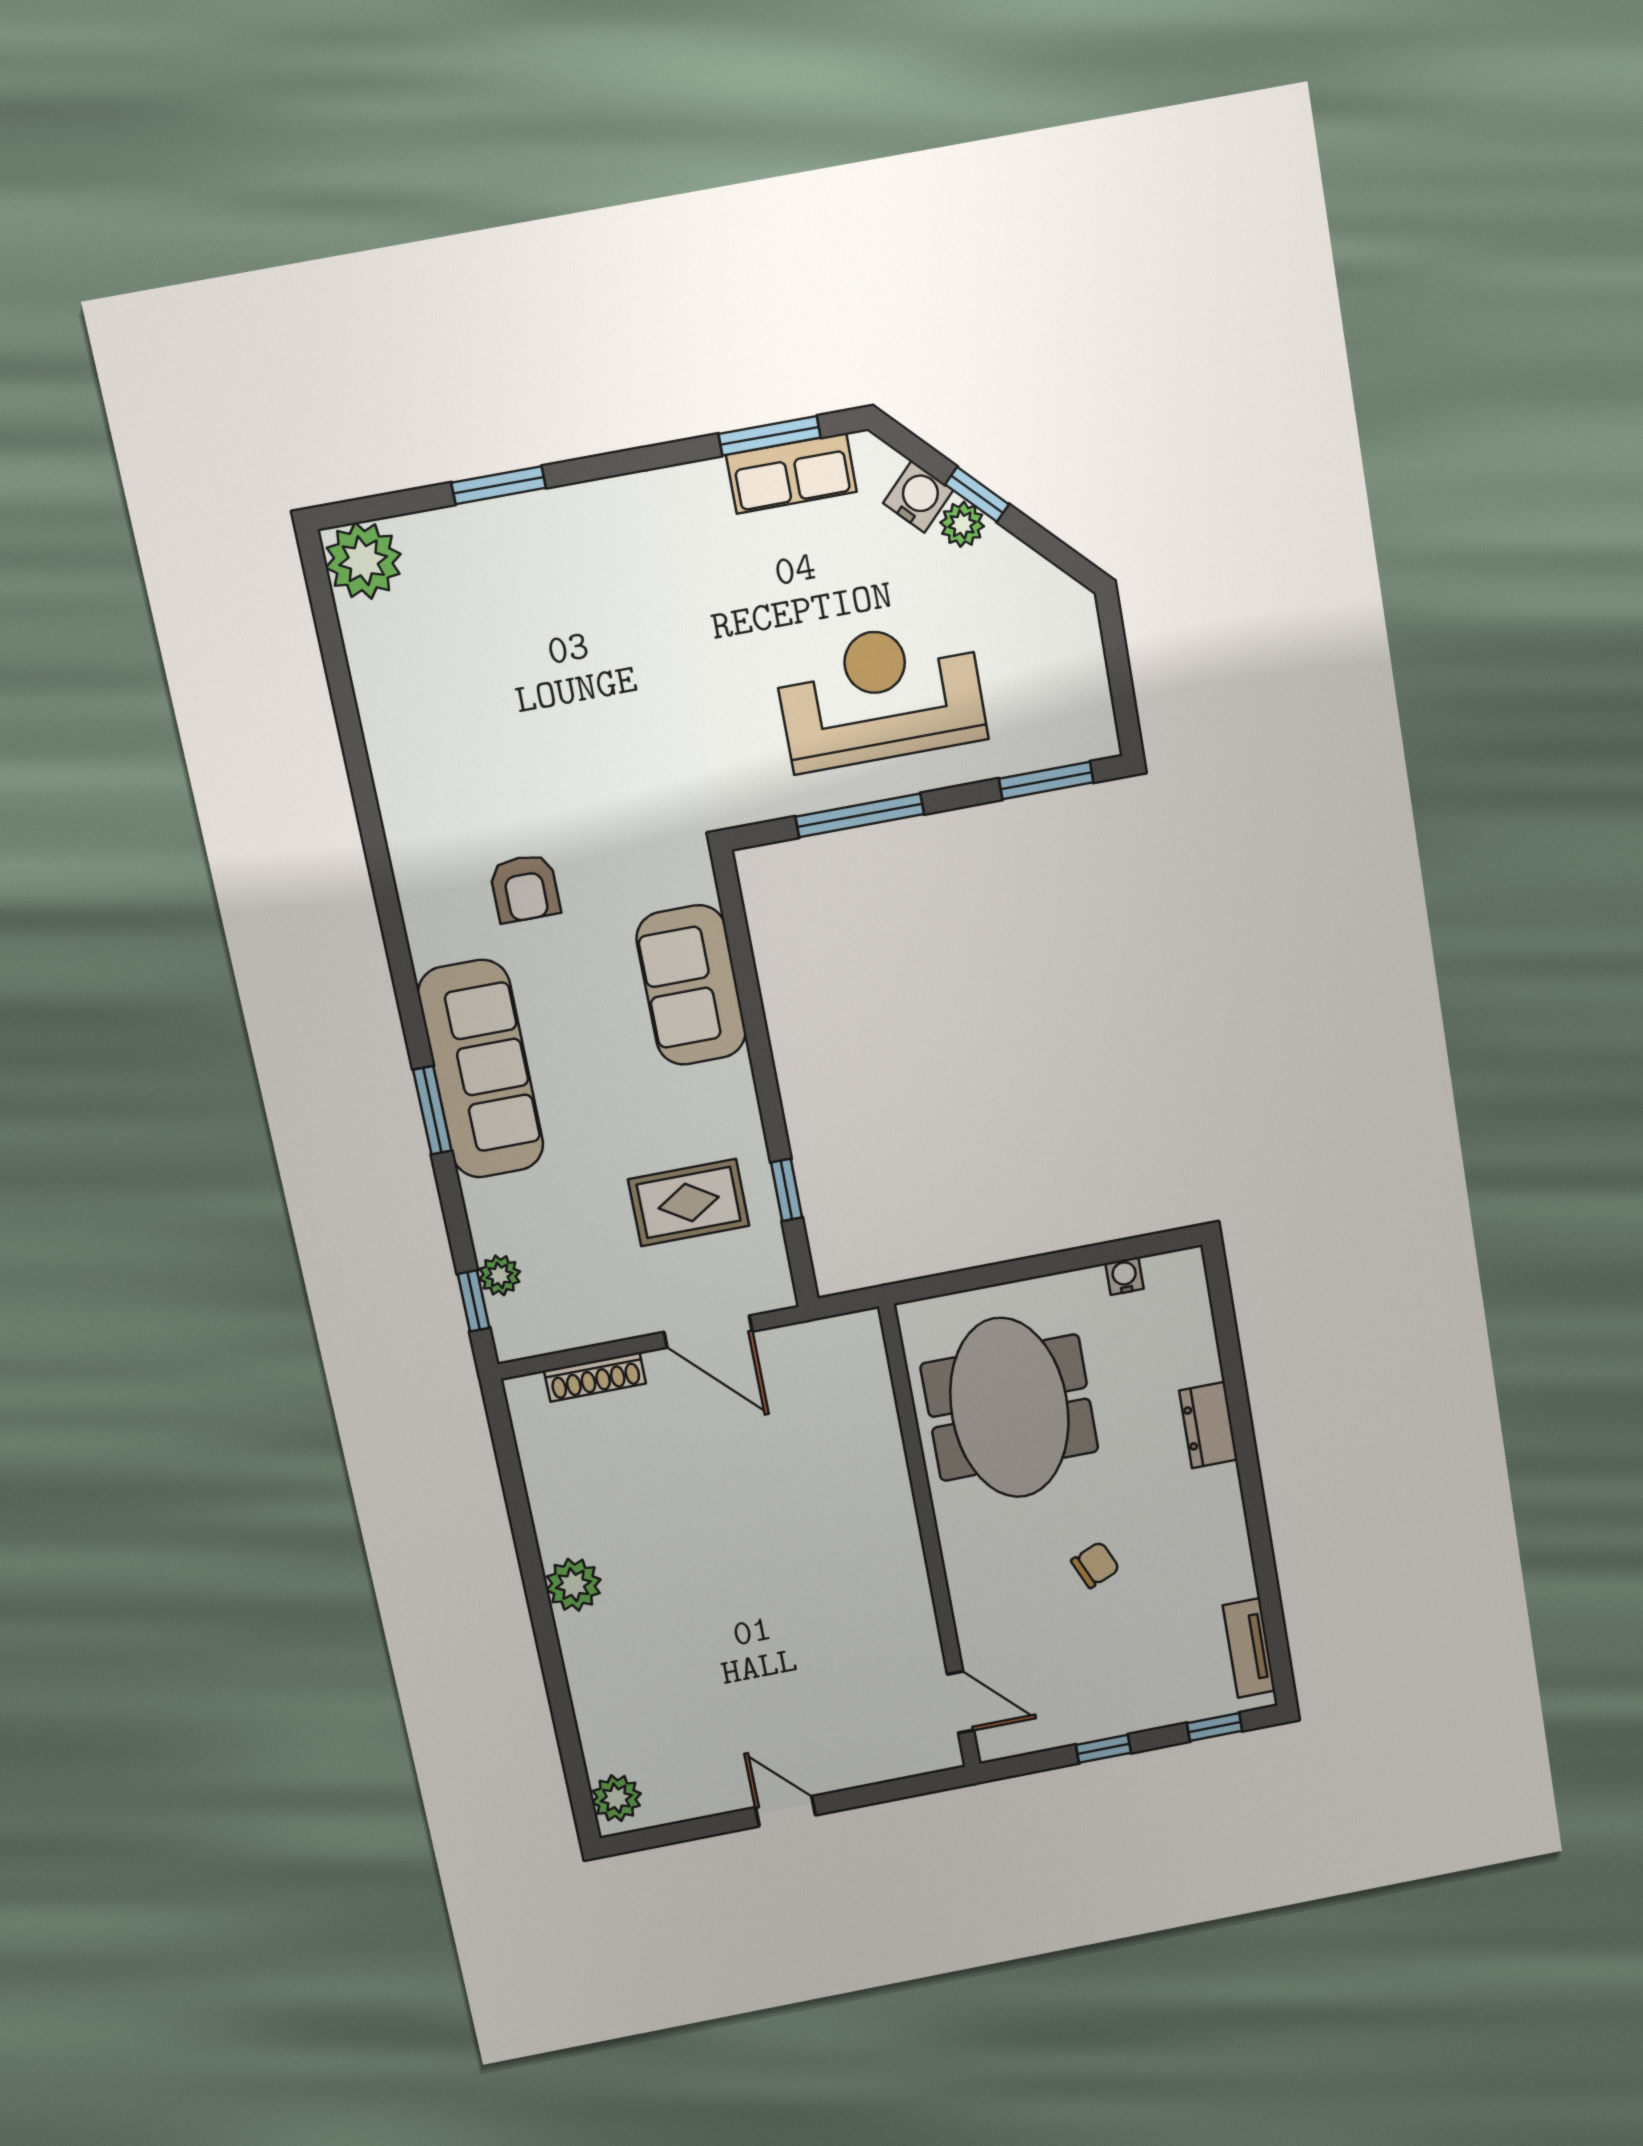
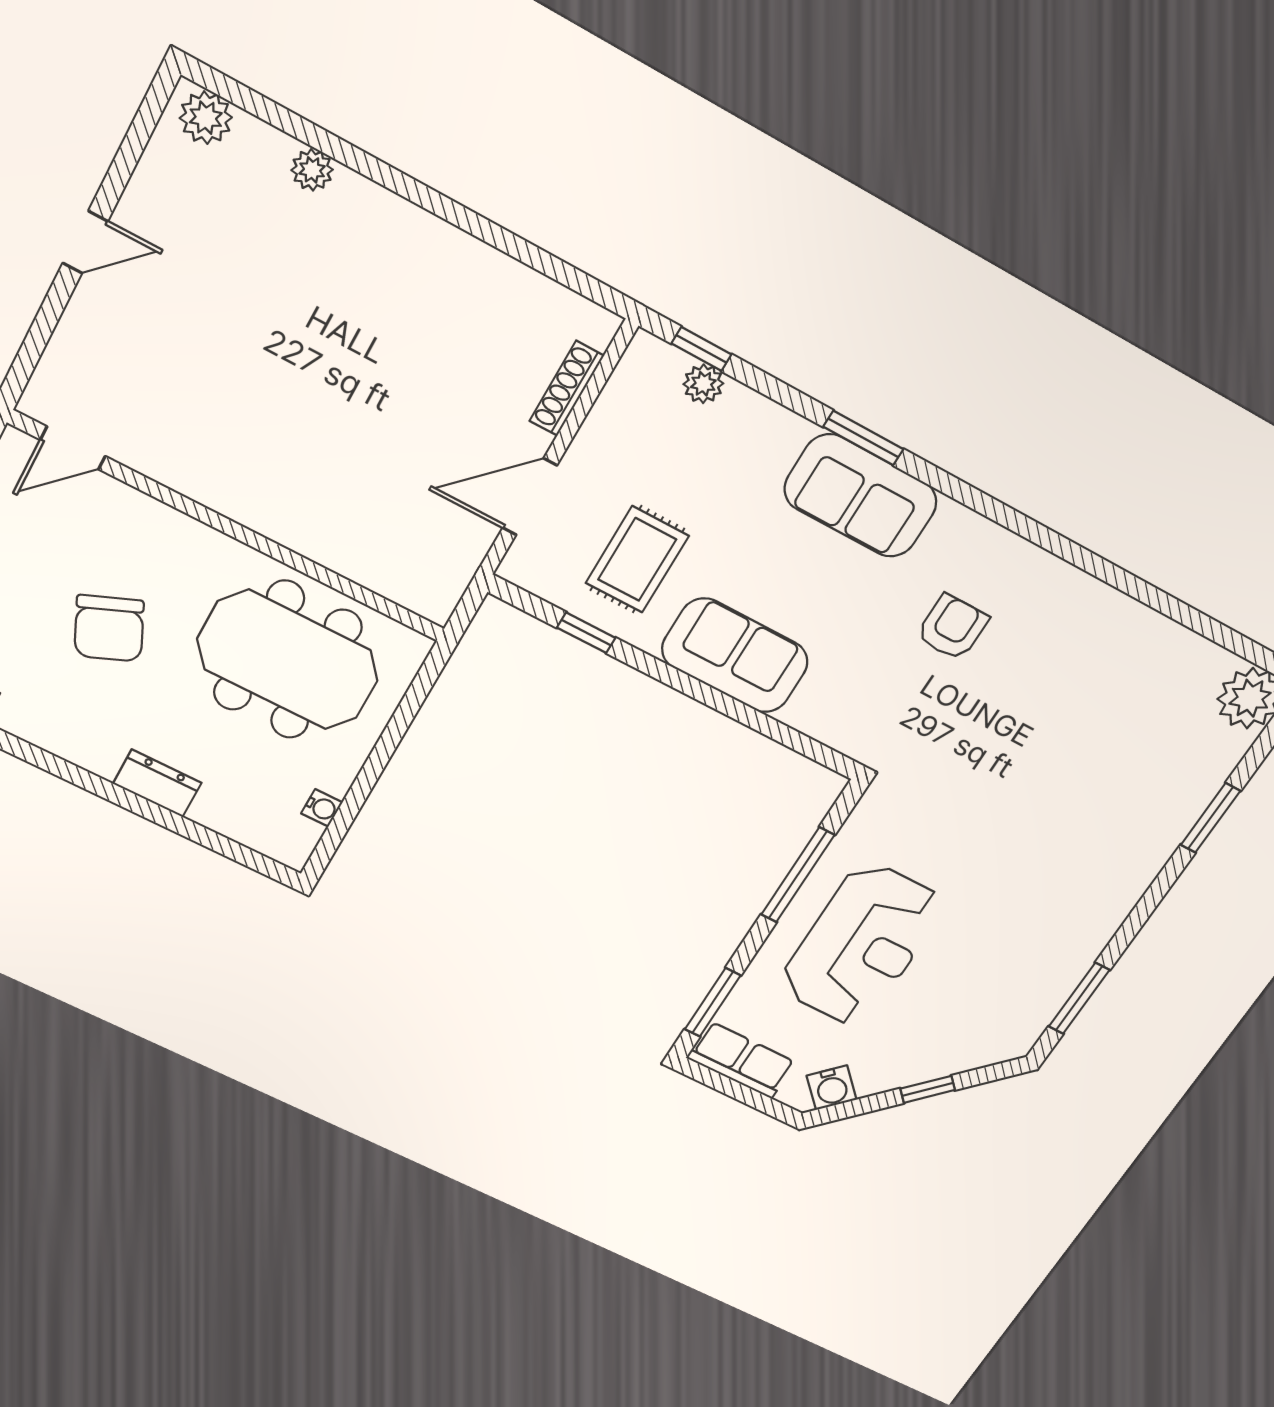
row of seats: (791, 473) -> (741, 1060), moved, turned 90
water cooler: (918, 497) -> (832, 1088), moved
plant: (962, 524) -> (918, 1068), removed
armchair: (525, 888) -> (952, 627), turned 90
sofa: (691, 985) -> (735, 656), moved
sofa: (481, 1069) -> (860, 496), width x0.73
chair: (1095, 1565) -> (109, 628), width x1.87, depth x1.87
plant: (573, 1585) -> (312, 170), moved, width x0.73, depth x0.73

